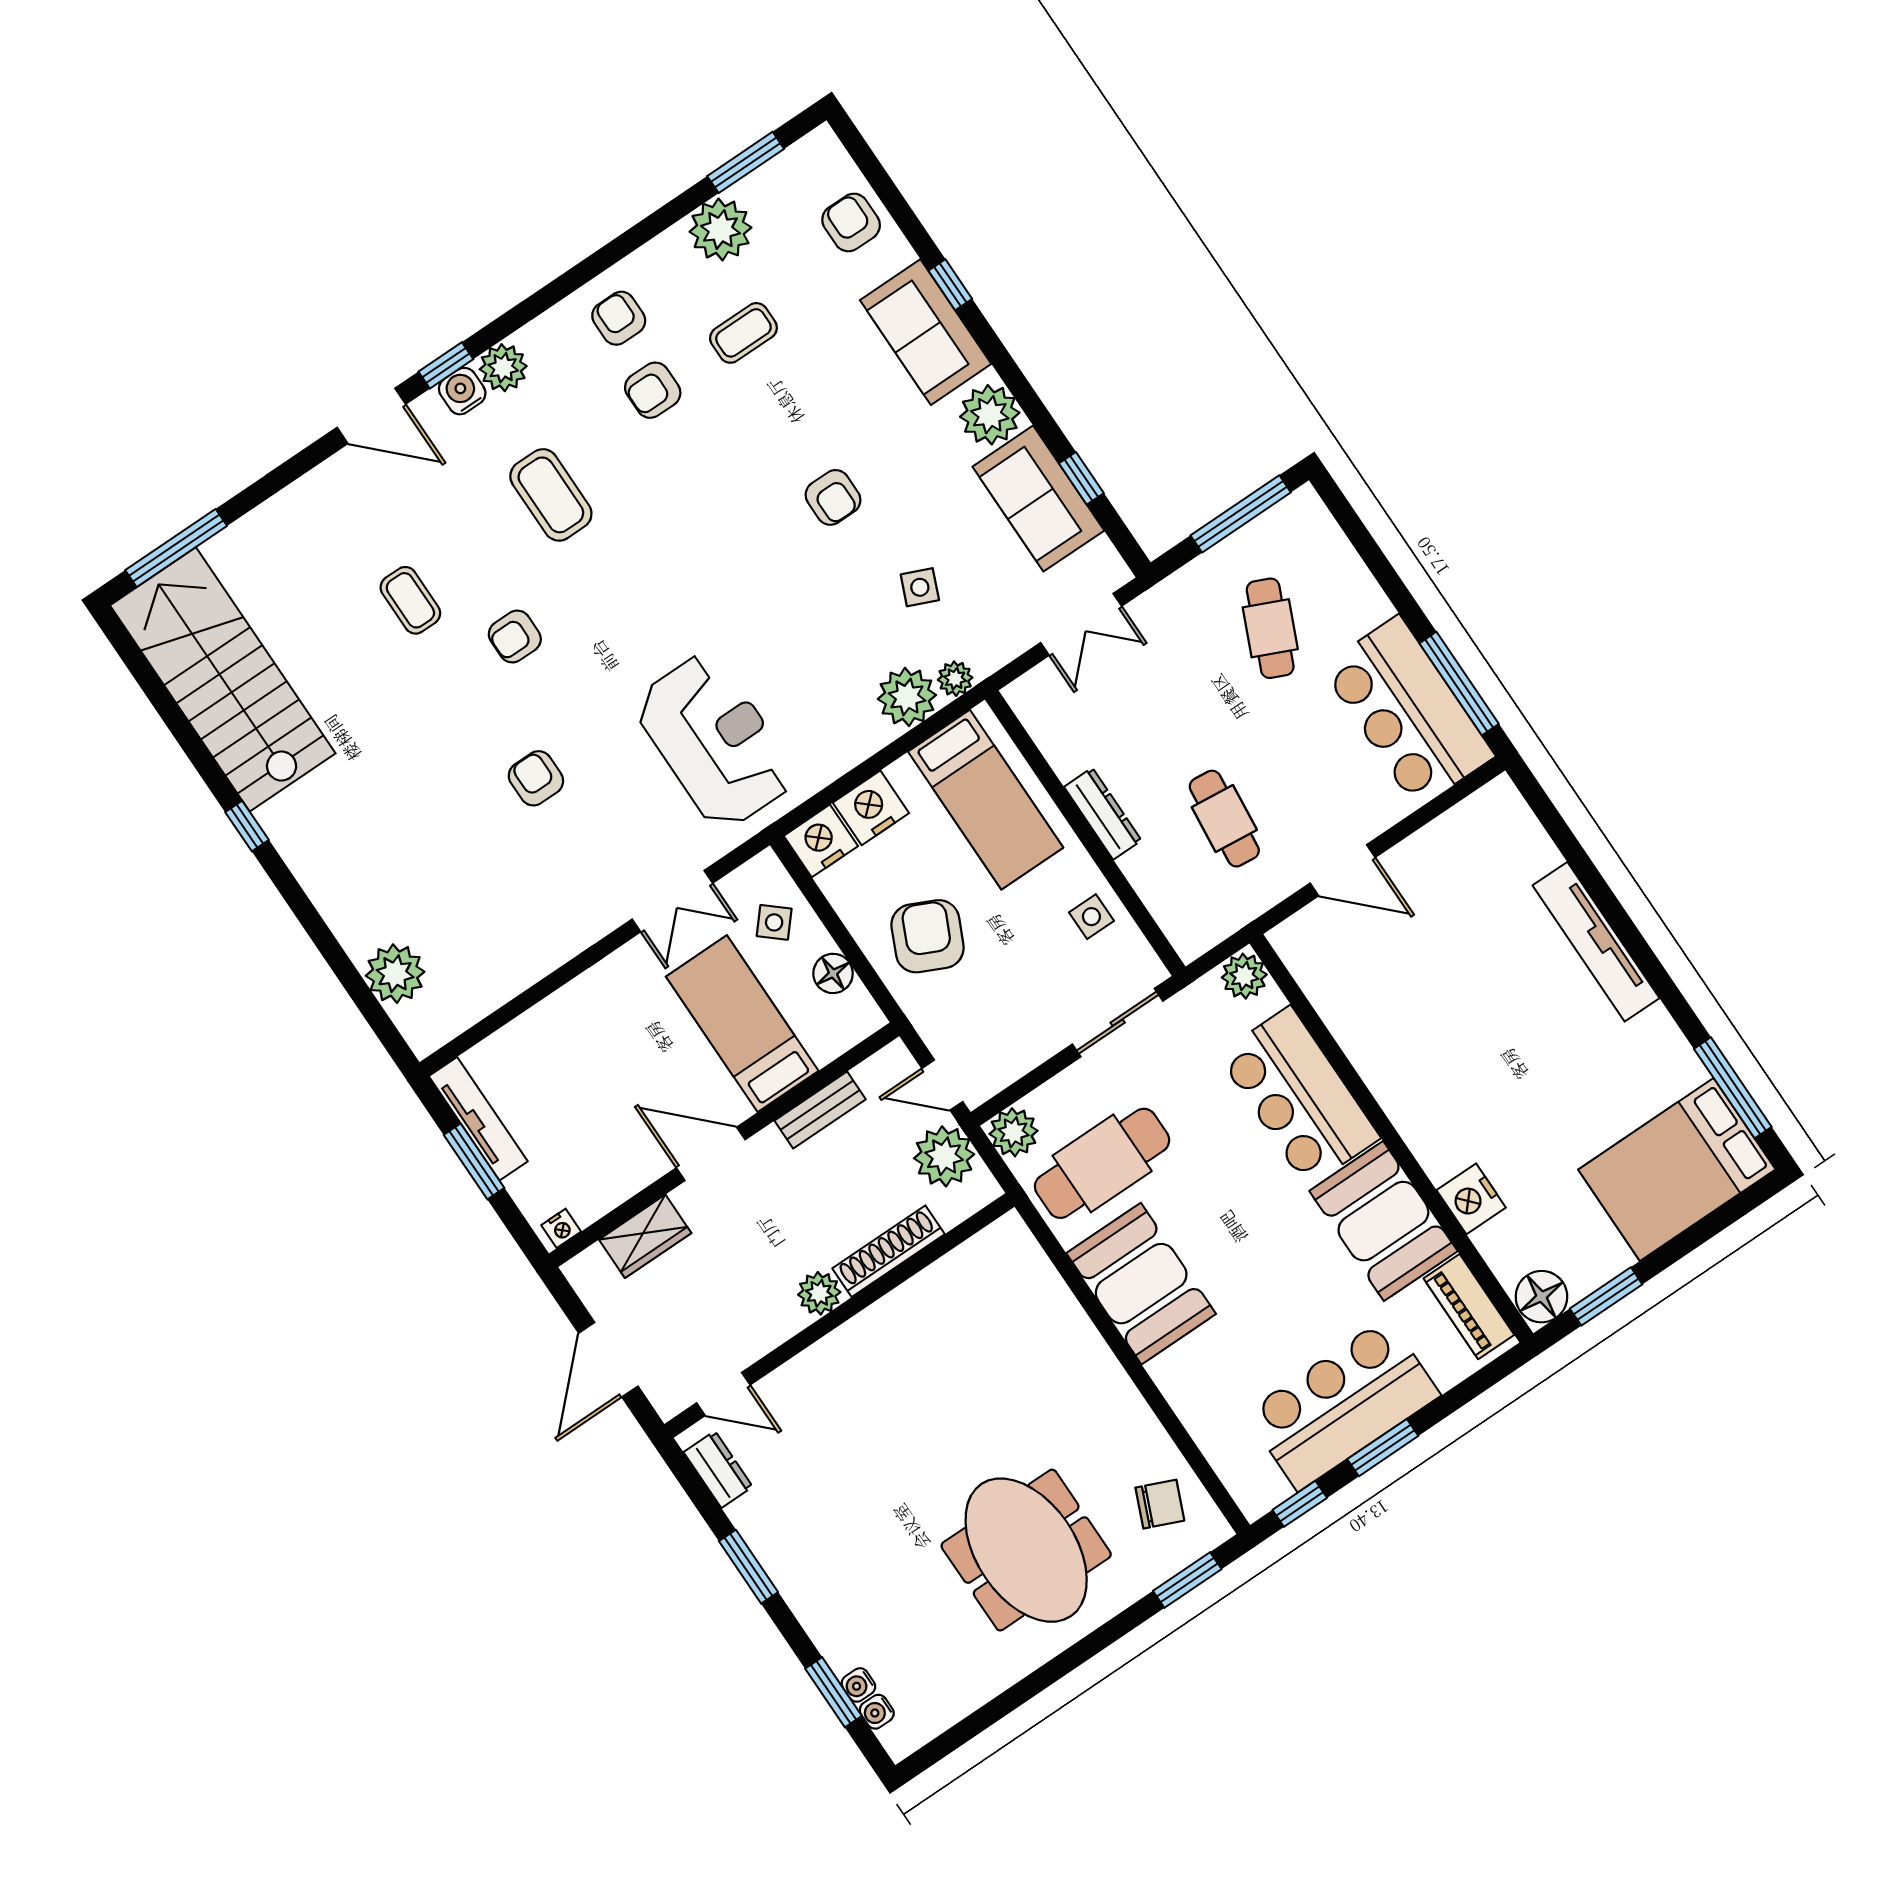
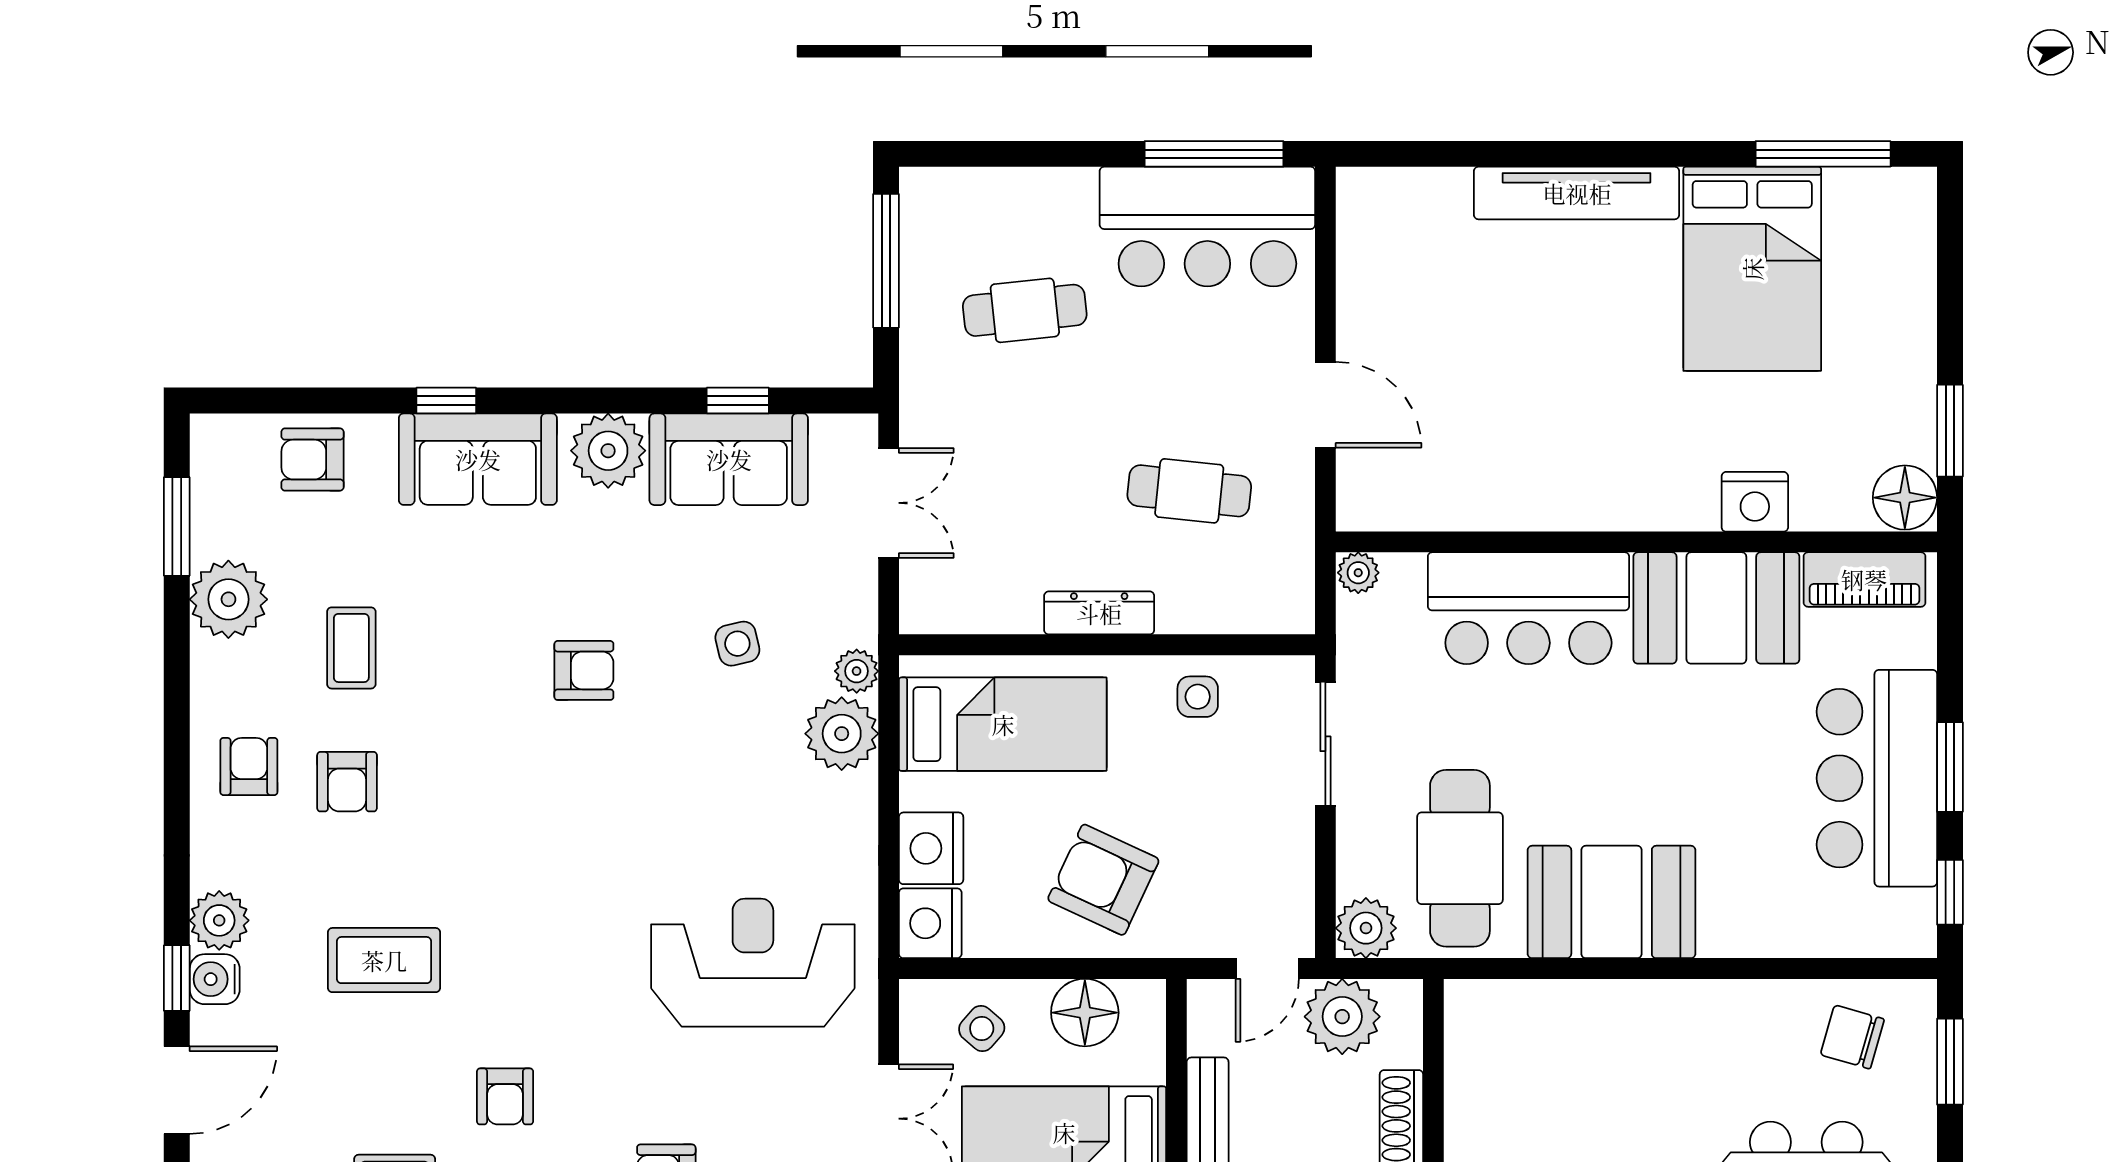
armchair: (619, 318) -> (249, 766), turned 90
side table: (920, 587) -> (737, 644), turned -36
cafe table: (1270, 628) -> (1025, 310), turned -30
door: (1343, 870) -> (1325, 405), hinge flipped
floor lamp: (833, 973) -> (1085, 1013), width x1.38, depth x1.38
plant: (1244, 976) -> (1358, 573), width x0.73, depth x0.73
bed: (1677, 1169) -> (1752, 269), moved
chair: (1160, 1504) -> (1852, 1037), turned -97

